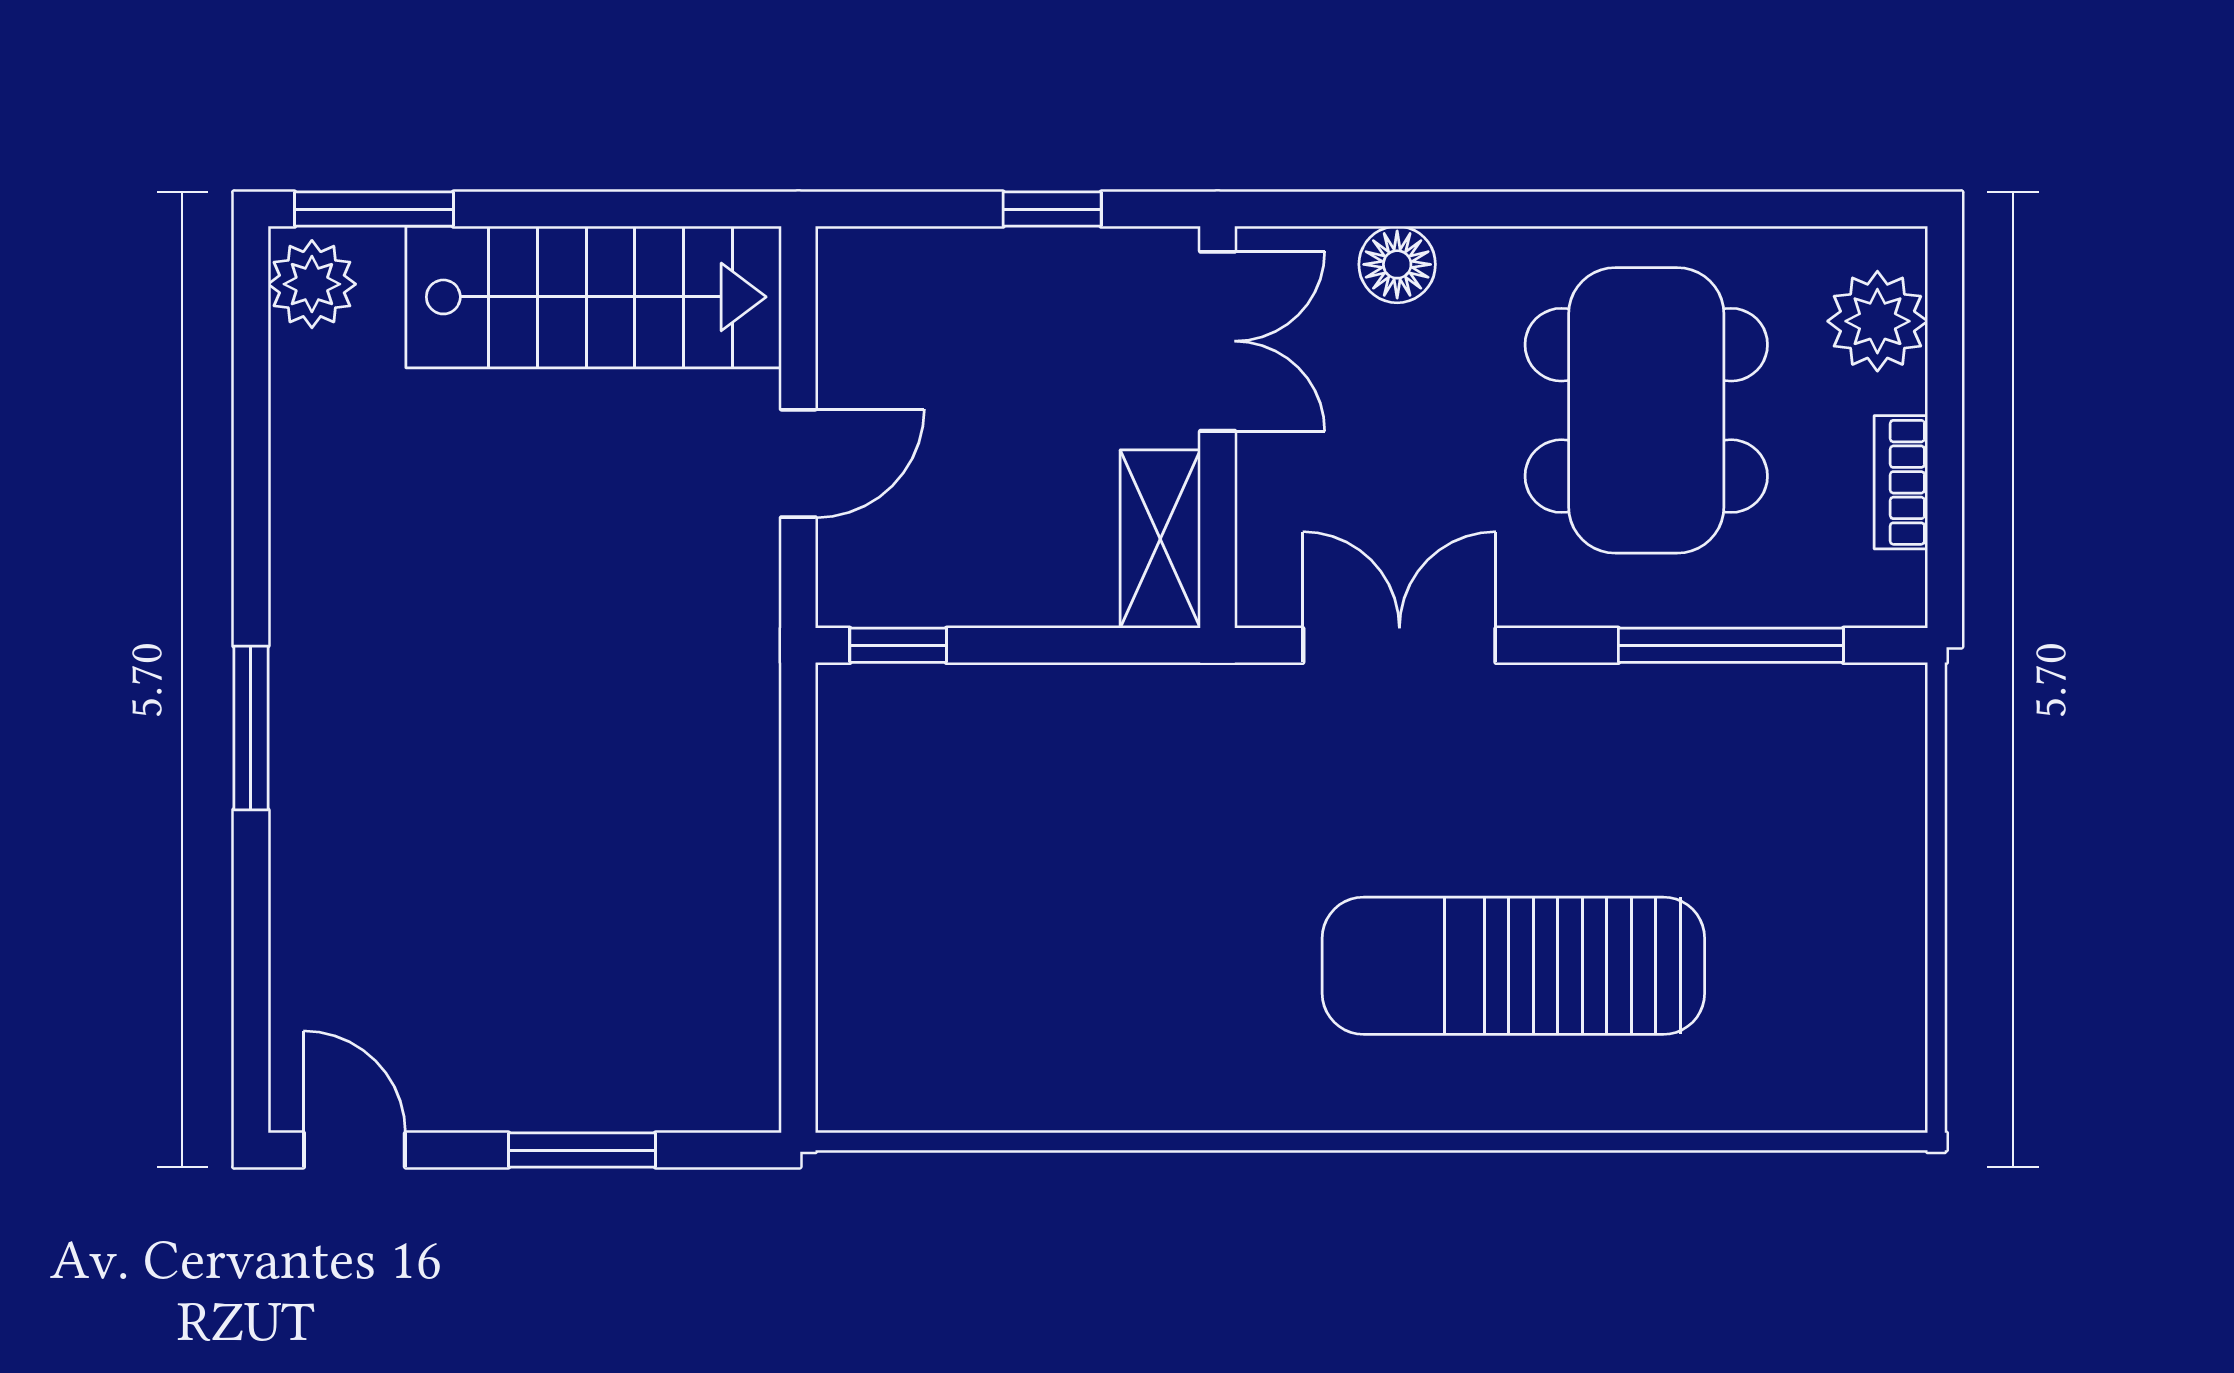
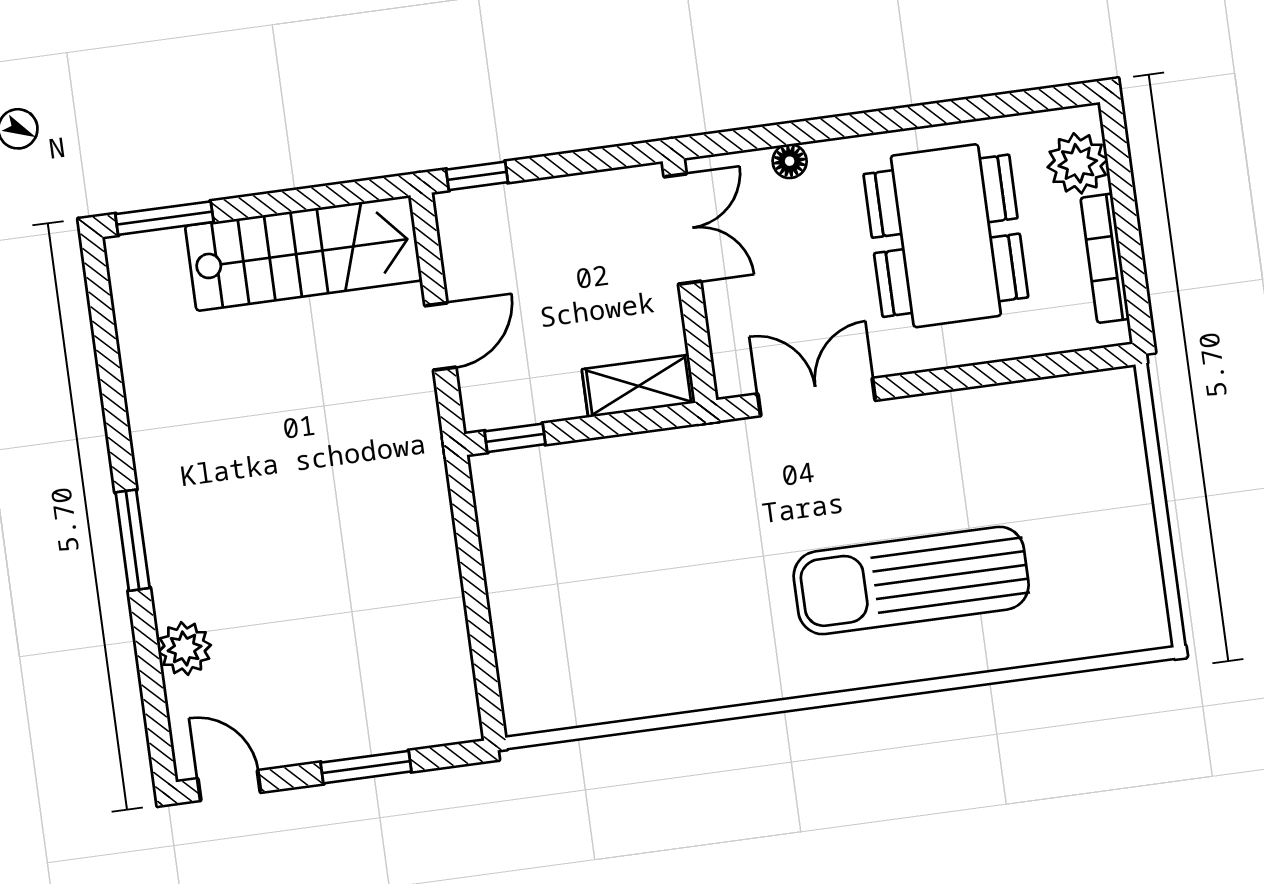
window: (1052, 209) -> (477, 176), moved
floor lamp: (1397, 264) -> (790, 161), width x0.73, depth x0.73
plant: (312, 284) -> (185, 648), moved
bookcase: (1901, 482) -> (1105, 258), width x1.56
shelving: (1160, 539) -> (639, 386), moved, turned 90
window: (1731, 645) -> (1016, 370), removed

